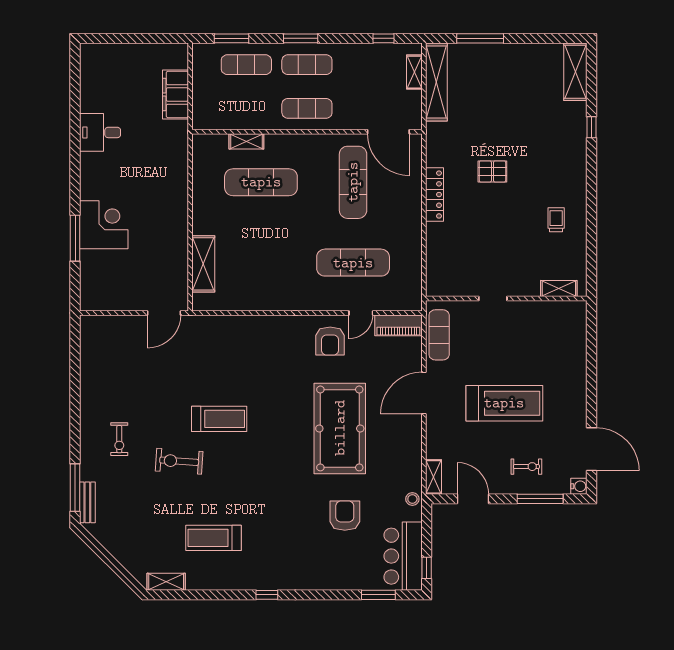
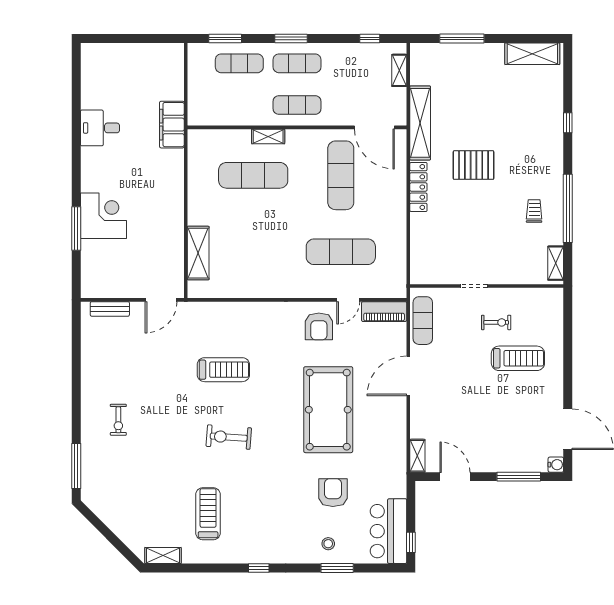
shelving: (575, 72) -> (532, 54), moved, turned 90
shelving: (436, 82) -> (420, 123), moved
filing cabinet: (175, 94) -> (172, 125), moved
shelving: (246, 141) -> (268, 136), moved
pallet: (492, 171) -> (474, 165), width x1.50, depth x1.42
window: (592, 217) -> (568, 208), added
shelving: (559, 289) -> (556, 263), moved, turned 90
treadmill: (504, 403) -> (518, 358), moved, width x0.73, depth x0.73
treadmill: (219, 419) -> (223, 370), moved
exercise bike: (179, 461) -> (229, 437), moved
exercise bike: (526, 467) -> (496, 322), moved
stool: (412, 499) -> (328, 544), moved
bench: (87, 502) -> (110, 309), moved, turned 90
treadmill: (214, 538) -> (208, 514), turned 90
window: (378, 595) -> (337, 568), moved

